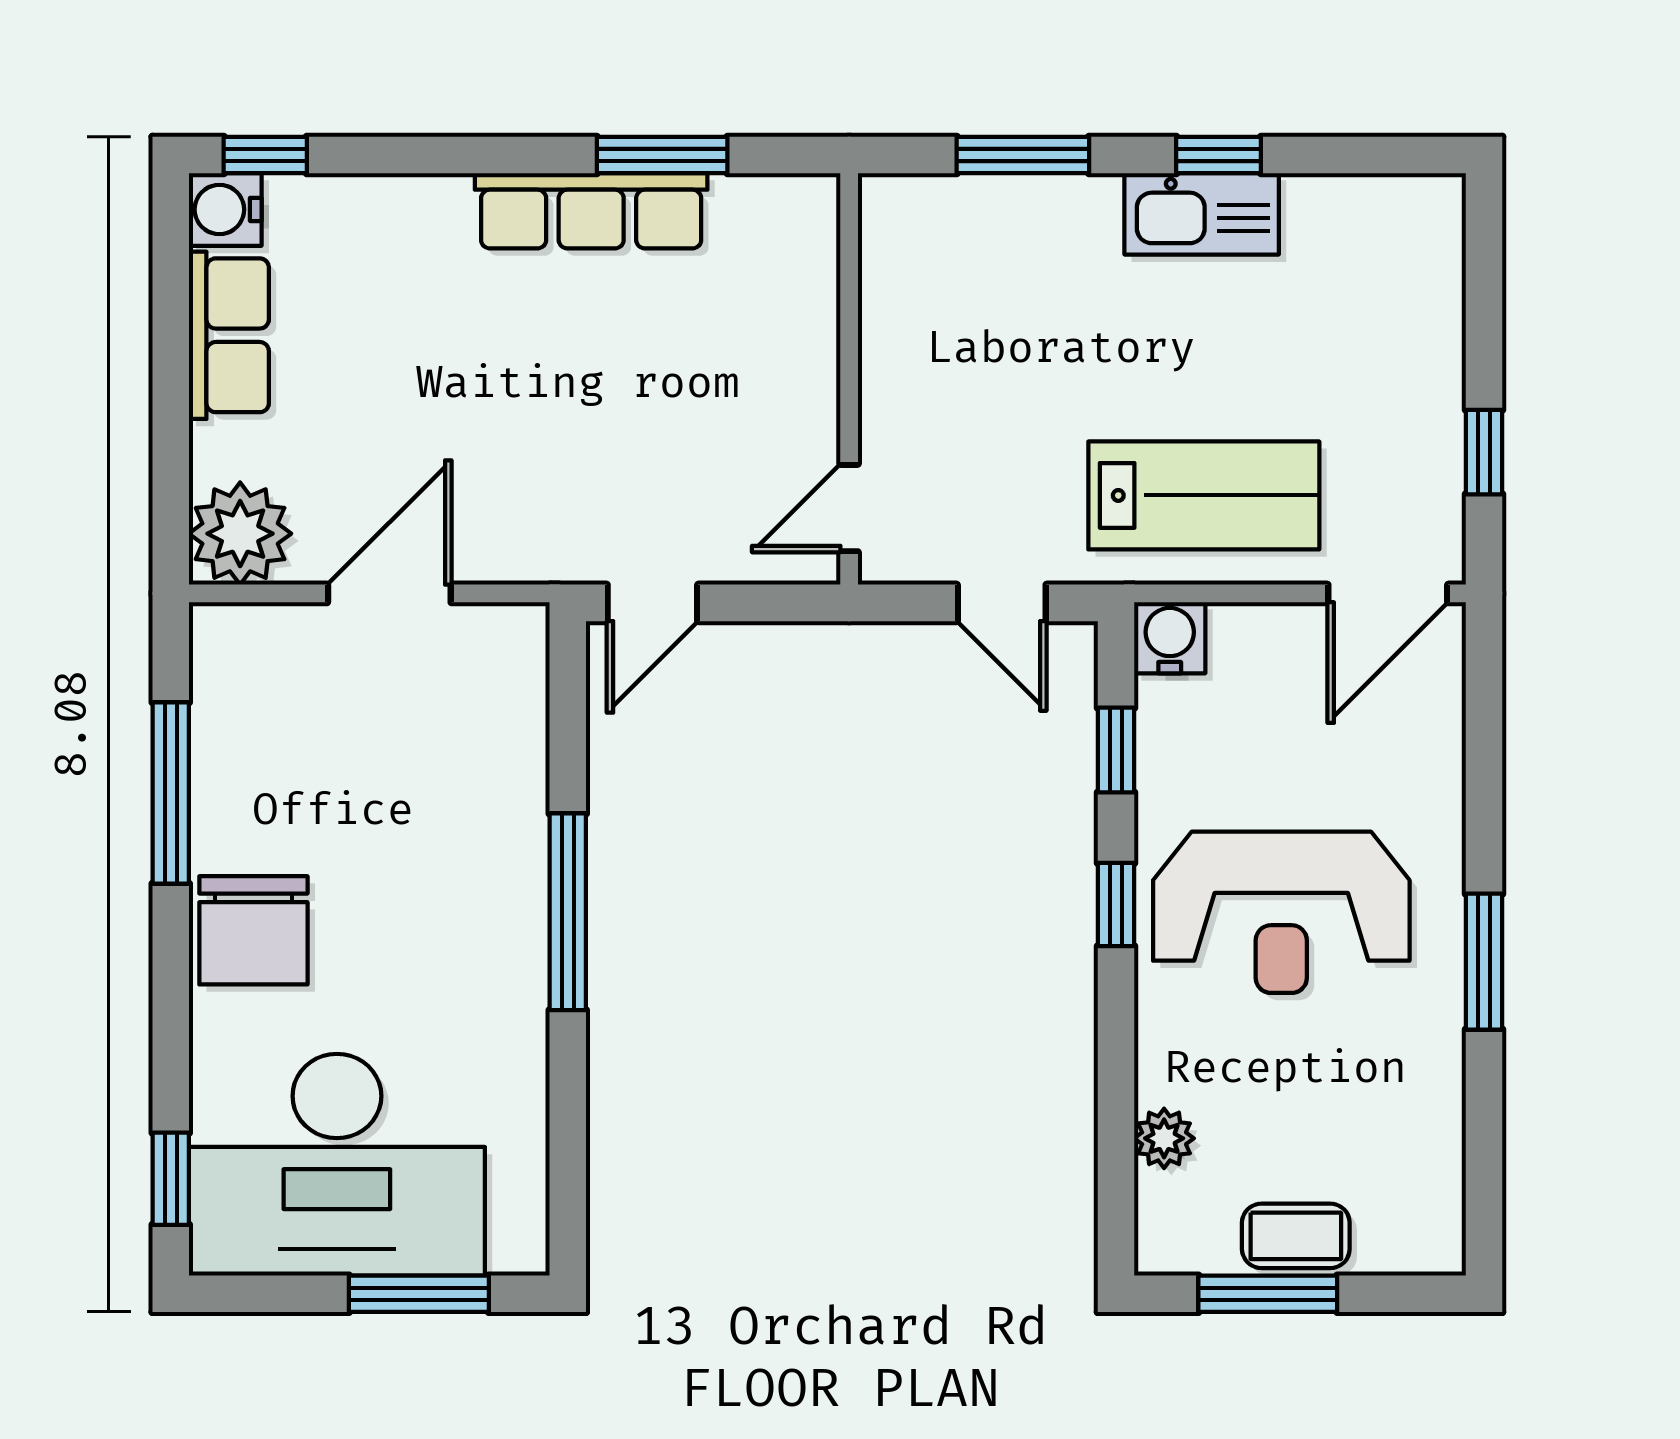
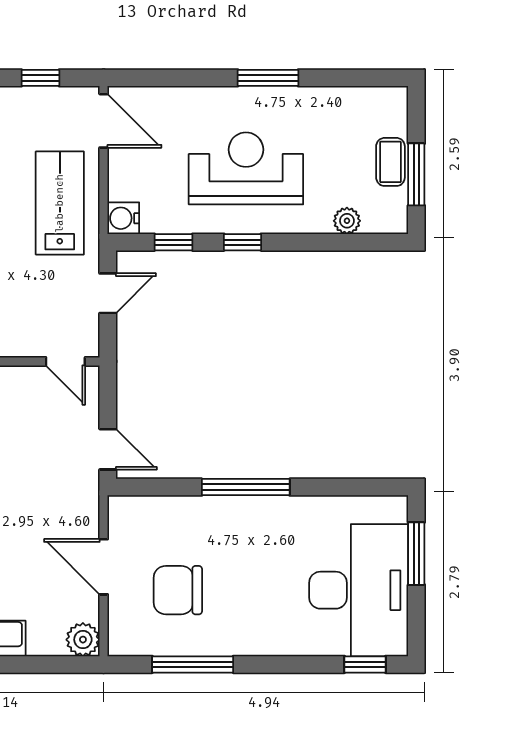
plant: (240, 534) -> (83, 640), width x0.73, depth x0.73
reception desk: (1281, 912) -> (246, 168), turned -90
chair: (253, 930) -> (178, 590), moved, turned 180

